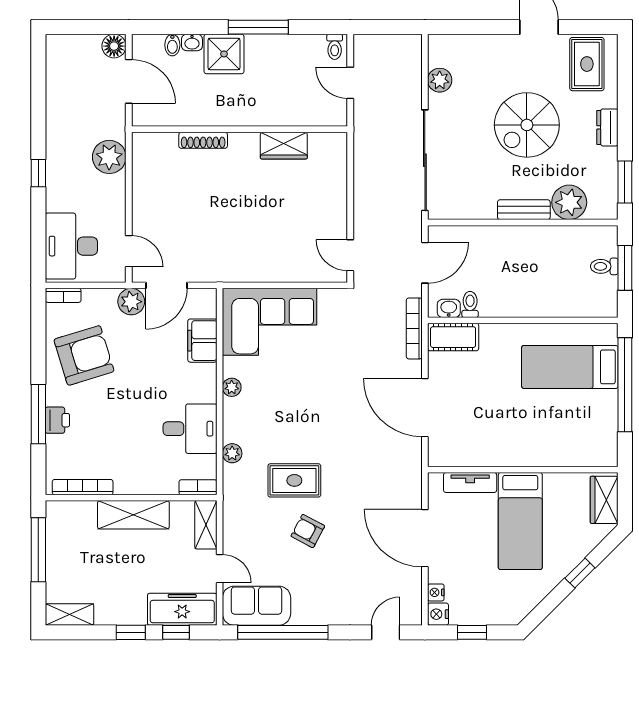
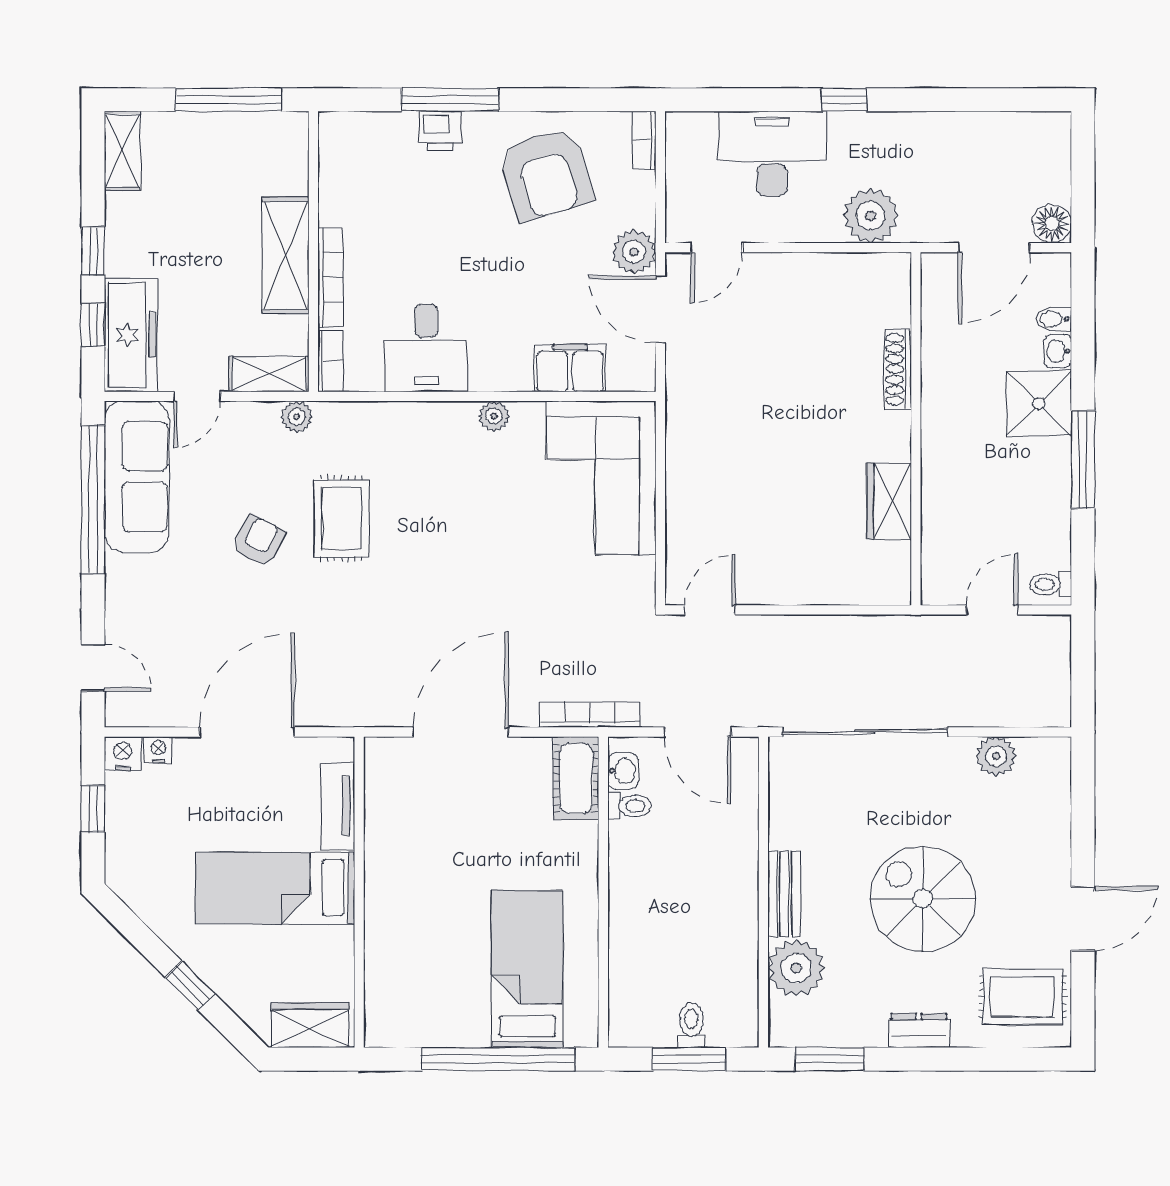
desk: (71, 246) -> (772, 154), moved
plant: (232, 453) -> (297, 417), moved
bookcase: (83, 487) -> (331, 277), moved
sofa: (257, 606) -> (137, 477), width x1.36

